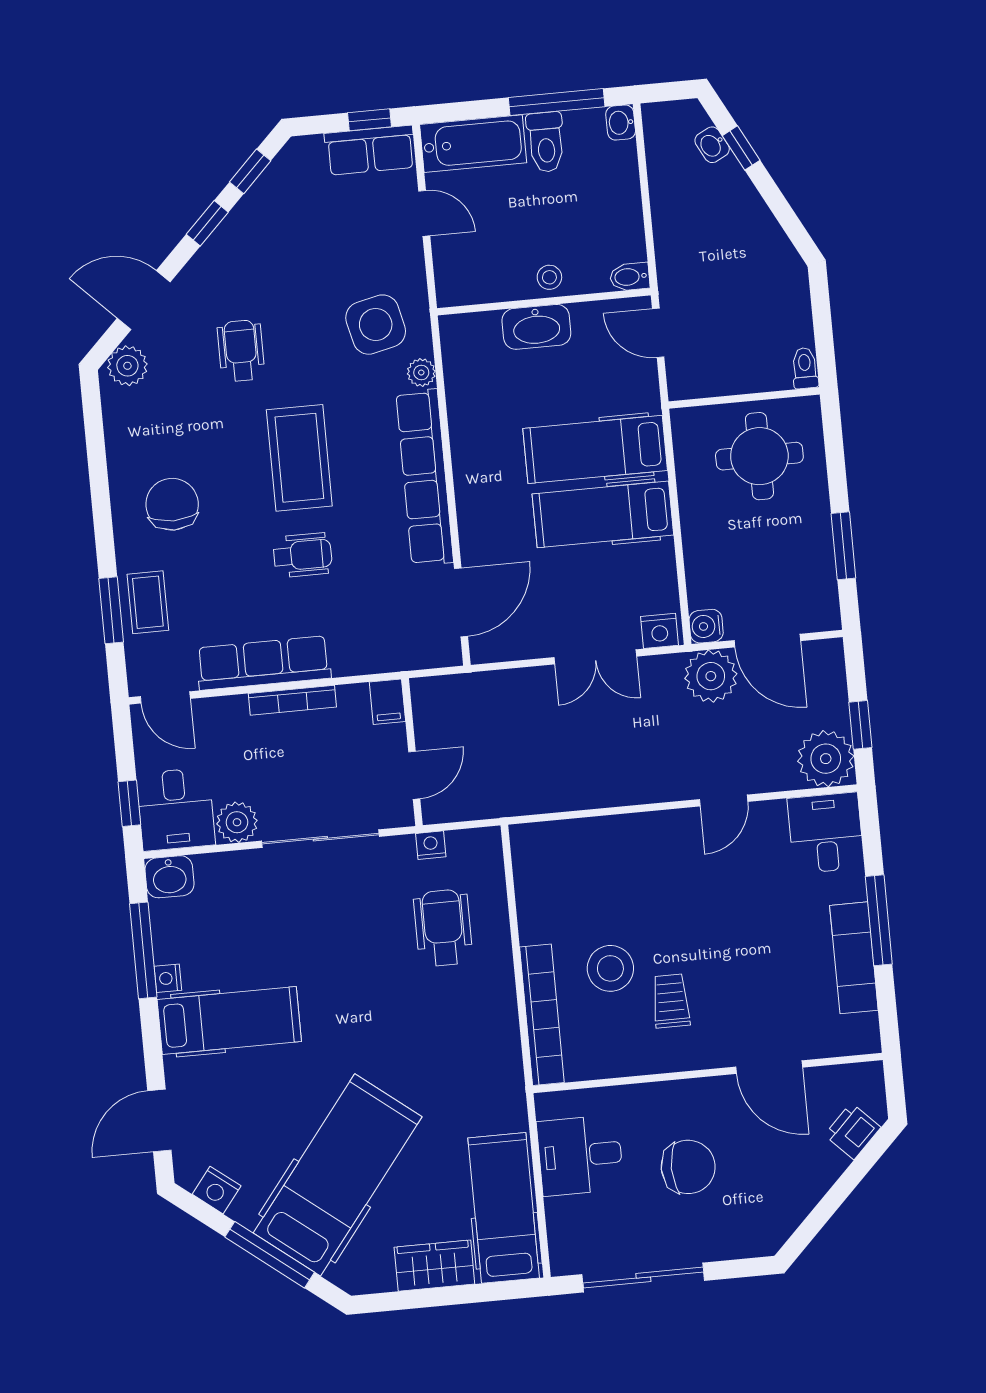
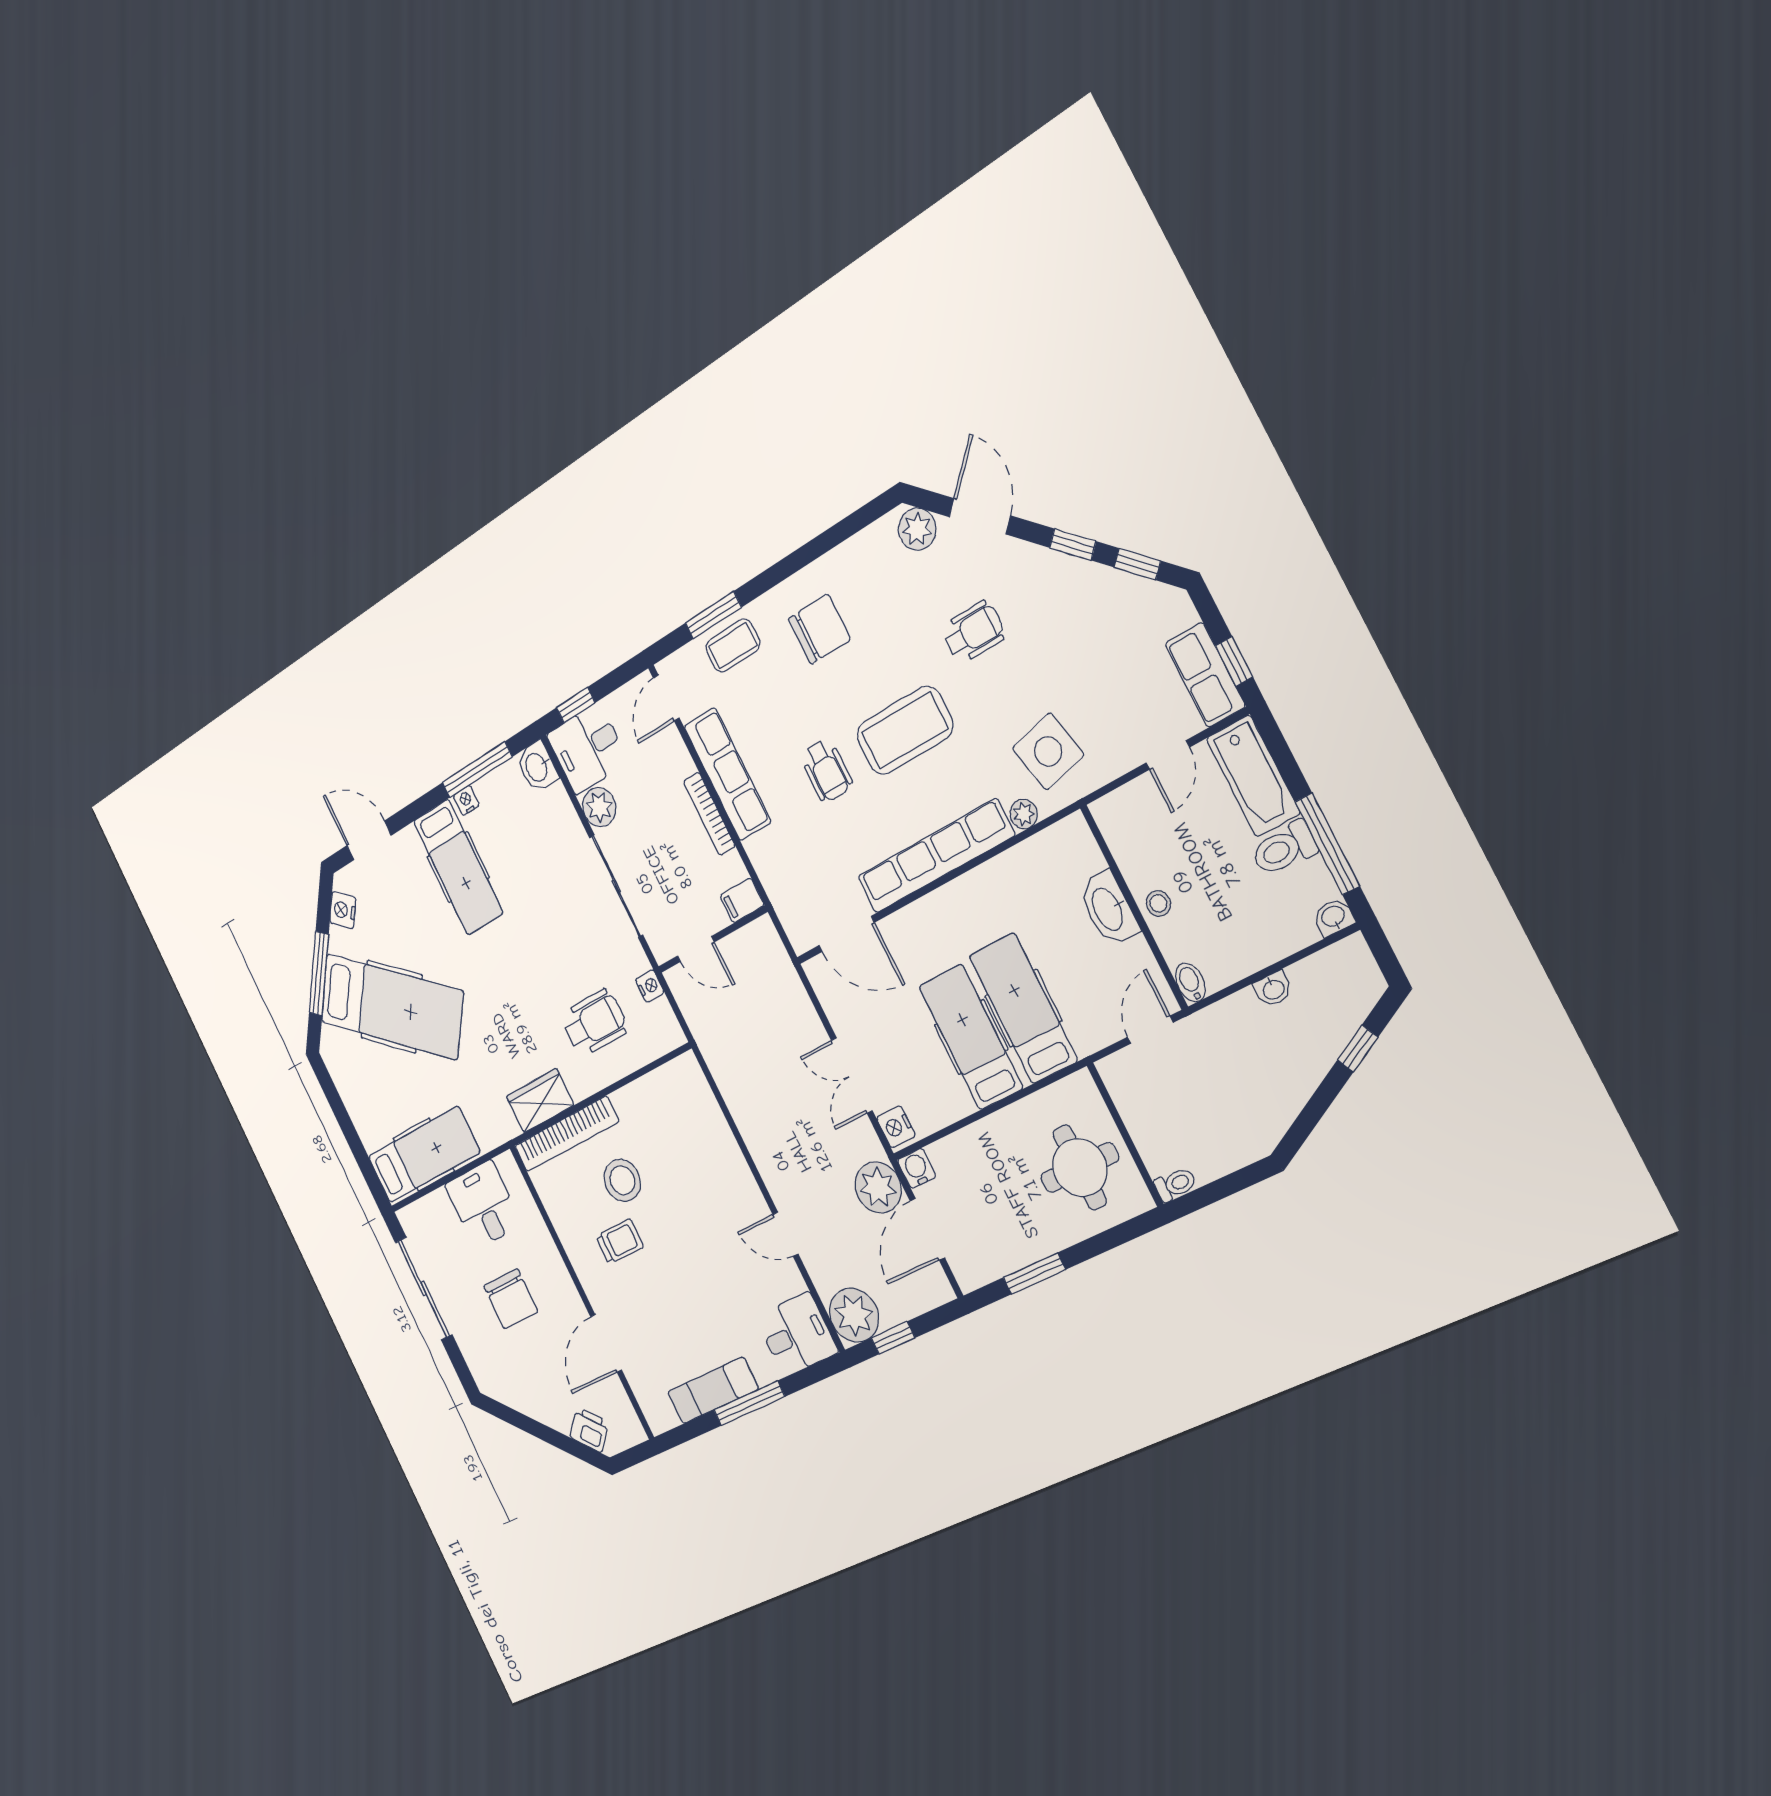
washbasin: (712, 145) -> (1273, 989), moved, turned -152
wardrobe: (434, 1266) -> (540, 1101), moved, turned -90

